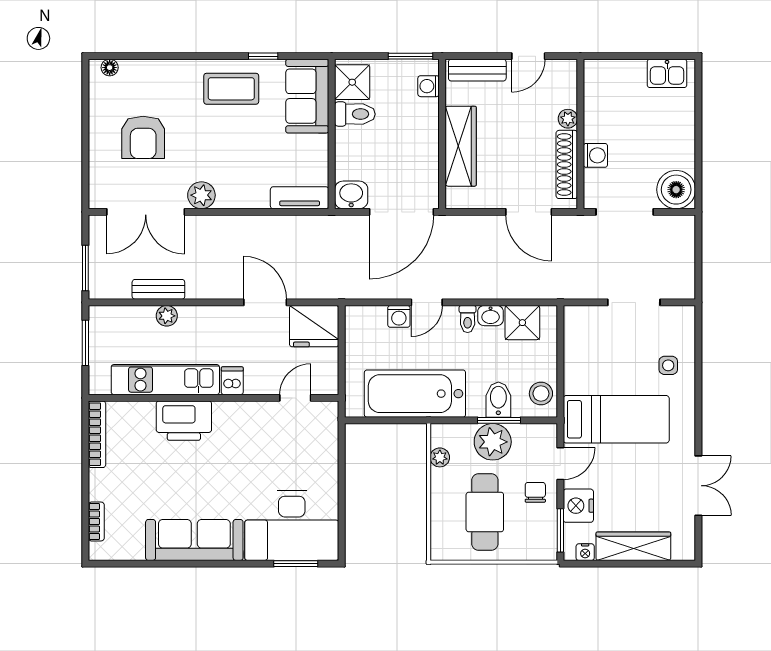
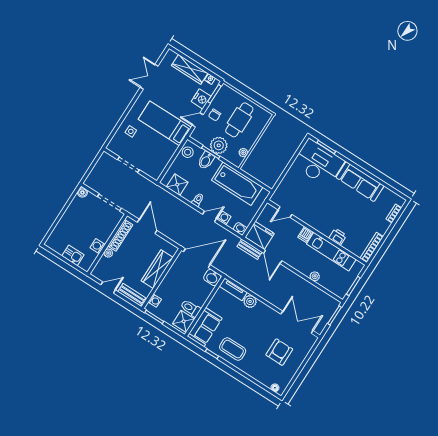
kitchen sink: (667, 73) -> (73, 255), moved
washing machine: (595, 155) -> (98, 246), moved
boiler: (676, 190) -> (82, 192), width x0.54, depth x0.54
plant: (201, 195) -> (250, 301), moved
bench: (158, 289) -> (250, 249), moved
washbasin: (491, 316) -> (240, 229), moved
printer: (184, 421) -> (338, 237), width x0.53, depth x0.68

